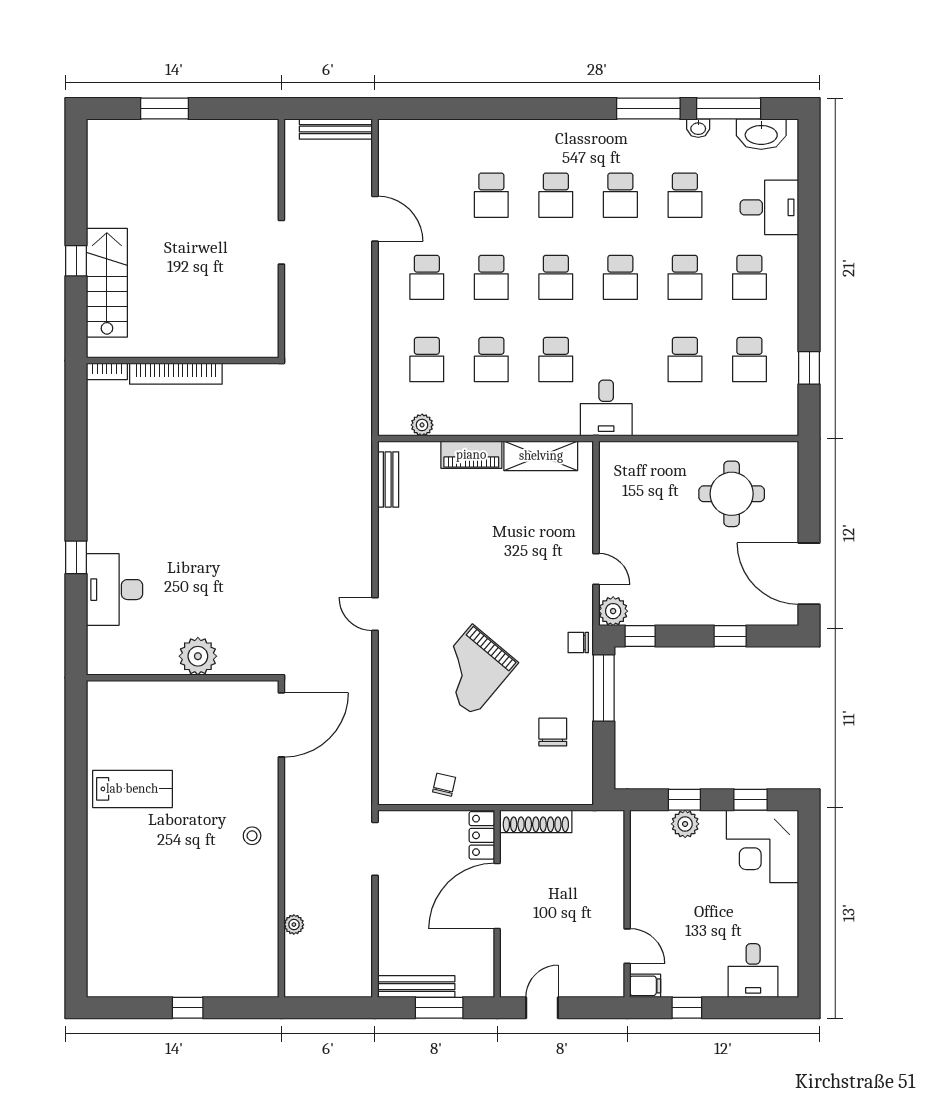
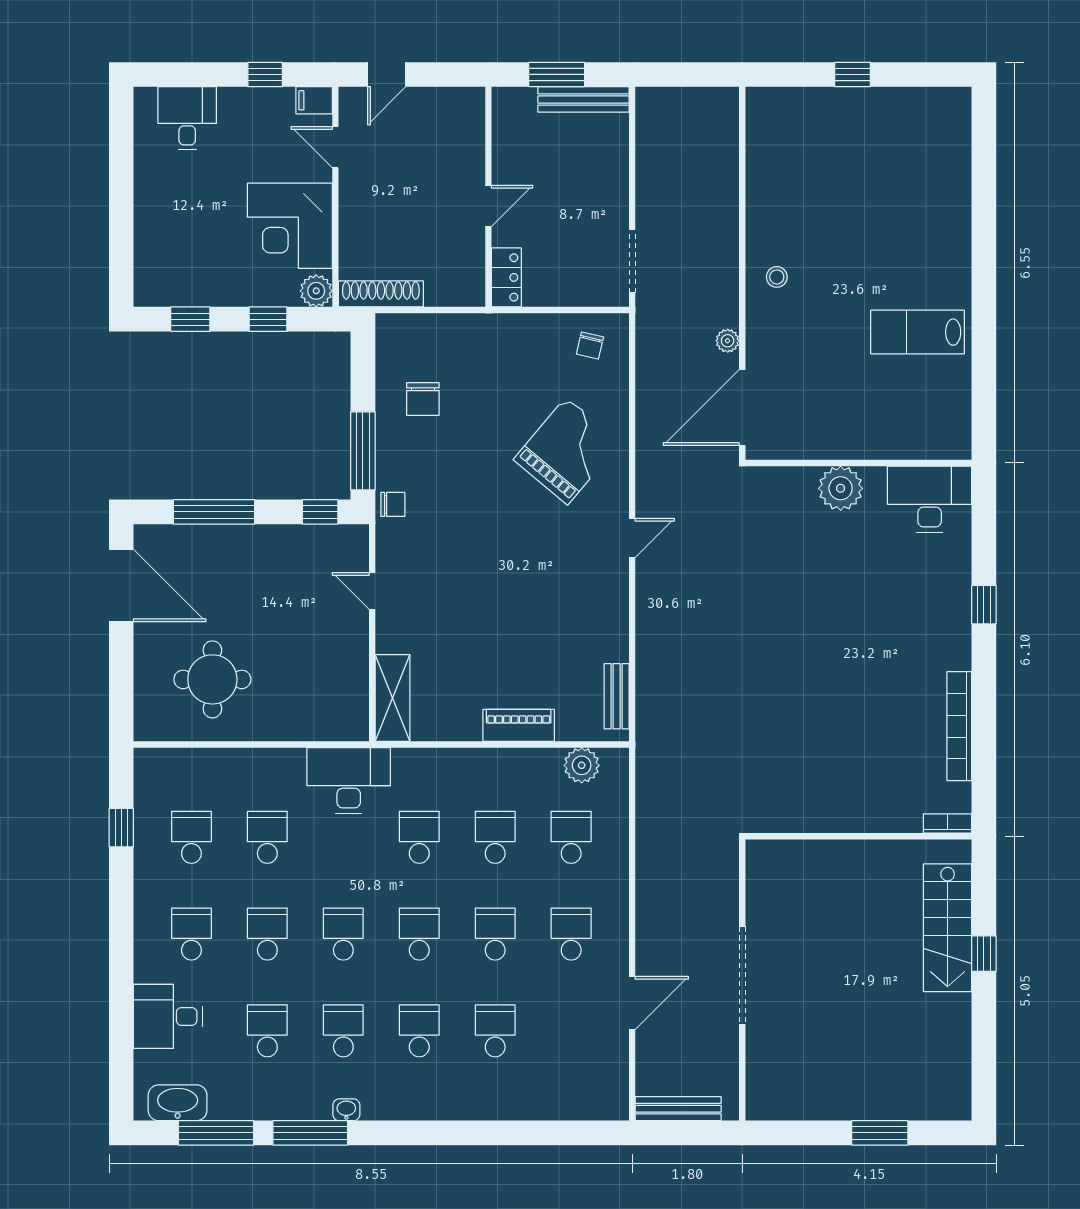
washbasin: (698, 128) -> (346, 1110), moved
door: (375, 219) -> (632, 1003), swing flipped
doorway: (281, 242) -> (742, 975), width x1.87
bookcase: (176, 374) -> (959, 726), moved, turned -90
desk: (606, 408) -> (349, 780), width x1.37
plant: (422, 425) -> (582, 765), width x1.38, depth x1.38
shelving: (541, 456) -> (393, 698), moved, turned 90
desk: (115, 590) -> (930, 499), moved, turned -90
plant: (613, 611) -> (352, 541), removed
door: (375, 614) -> (632, 538), hinge flipped
window: (730, 636) -> (214, 512), width x2.17
grand piano: (473, 670) -> (567, 451), moved
chair: (444, 785) -> (590, 346), moved
shoe rack: (536, 821) -> (381, 294), moved
plant: (685, 824) -> (316, 291), moved
corner desk: (763, 846) -> (290, 226), moved, turned 180
door: (497, 896) -> (488, 206), width x0.53
plant: (294, 925) -> (728, 341), moved
door: (542, 1008) -> (387, 74), moved

